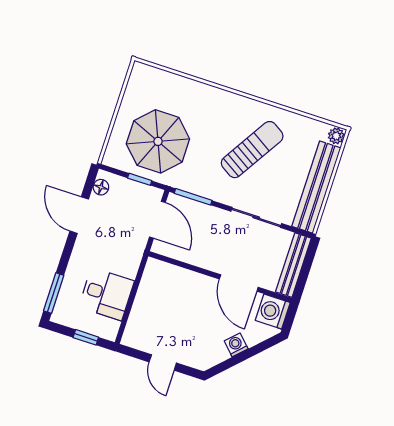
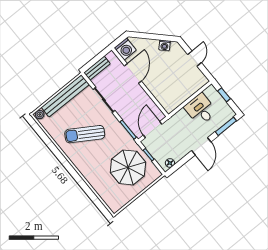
door: (79, 215) -> (201, 146), moved
bench: (293, 265) -> (97, 68), width x0.73
washing machine: (236, 345) -> (165, 45), moved

